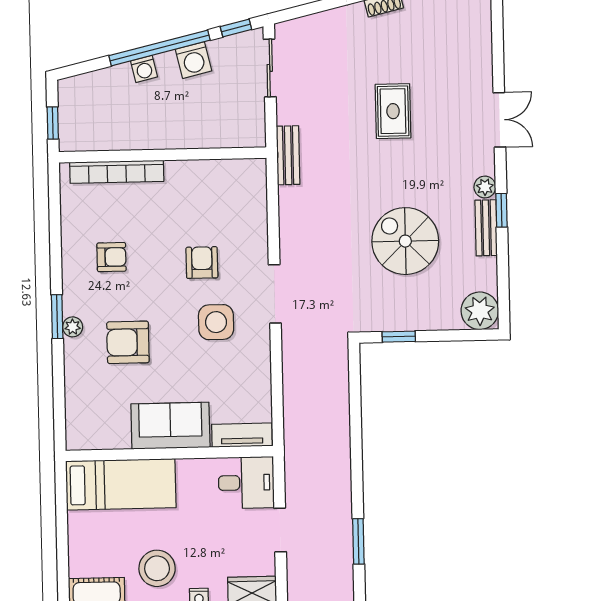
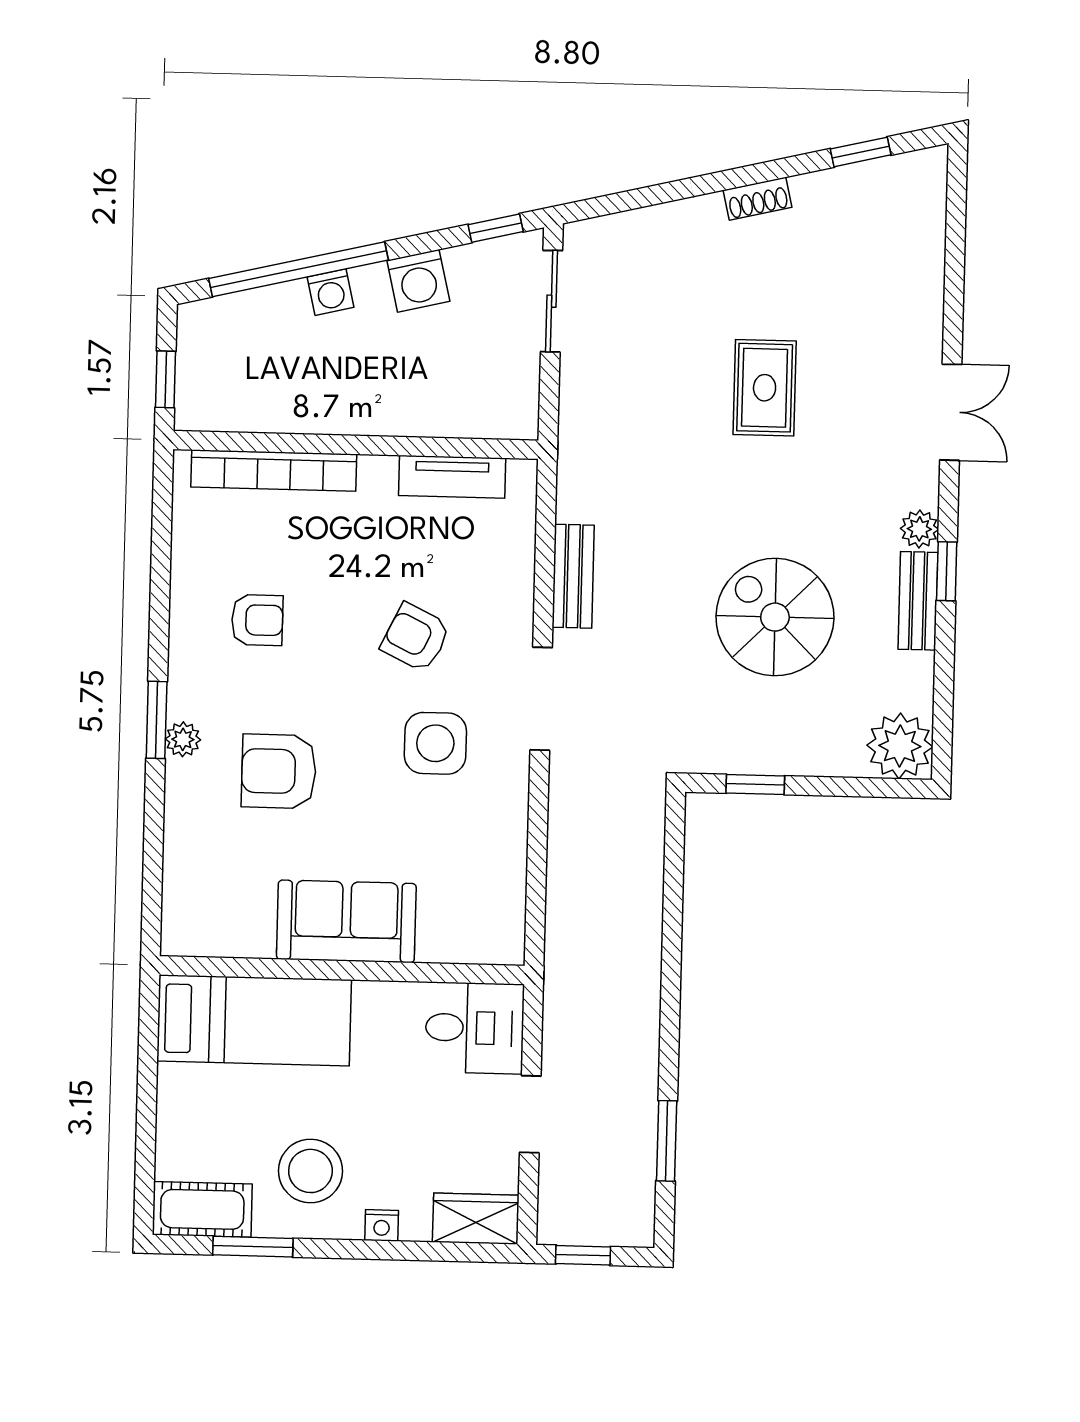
window: (159, 48) -> (299, 269), moved
bench: (288, 155) -> (573, 576), moved
armchair: (202, 263) -> (416, 637), turned -64
tv unit: (242, 435) -> (452, 477), moved, turned 180

